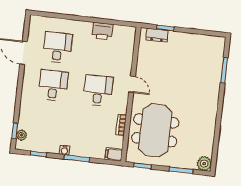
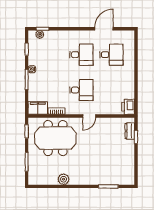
printer: (102, 31) -> (128, 107), moved
filing cabinet: (114, 154) -> (38, 108), width x2.00
plant: (204, 164) -> (64, 179), moved

